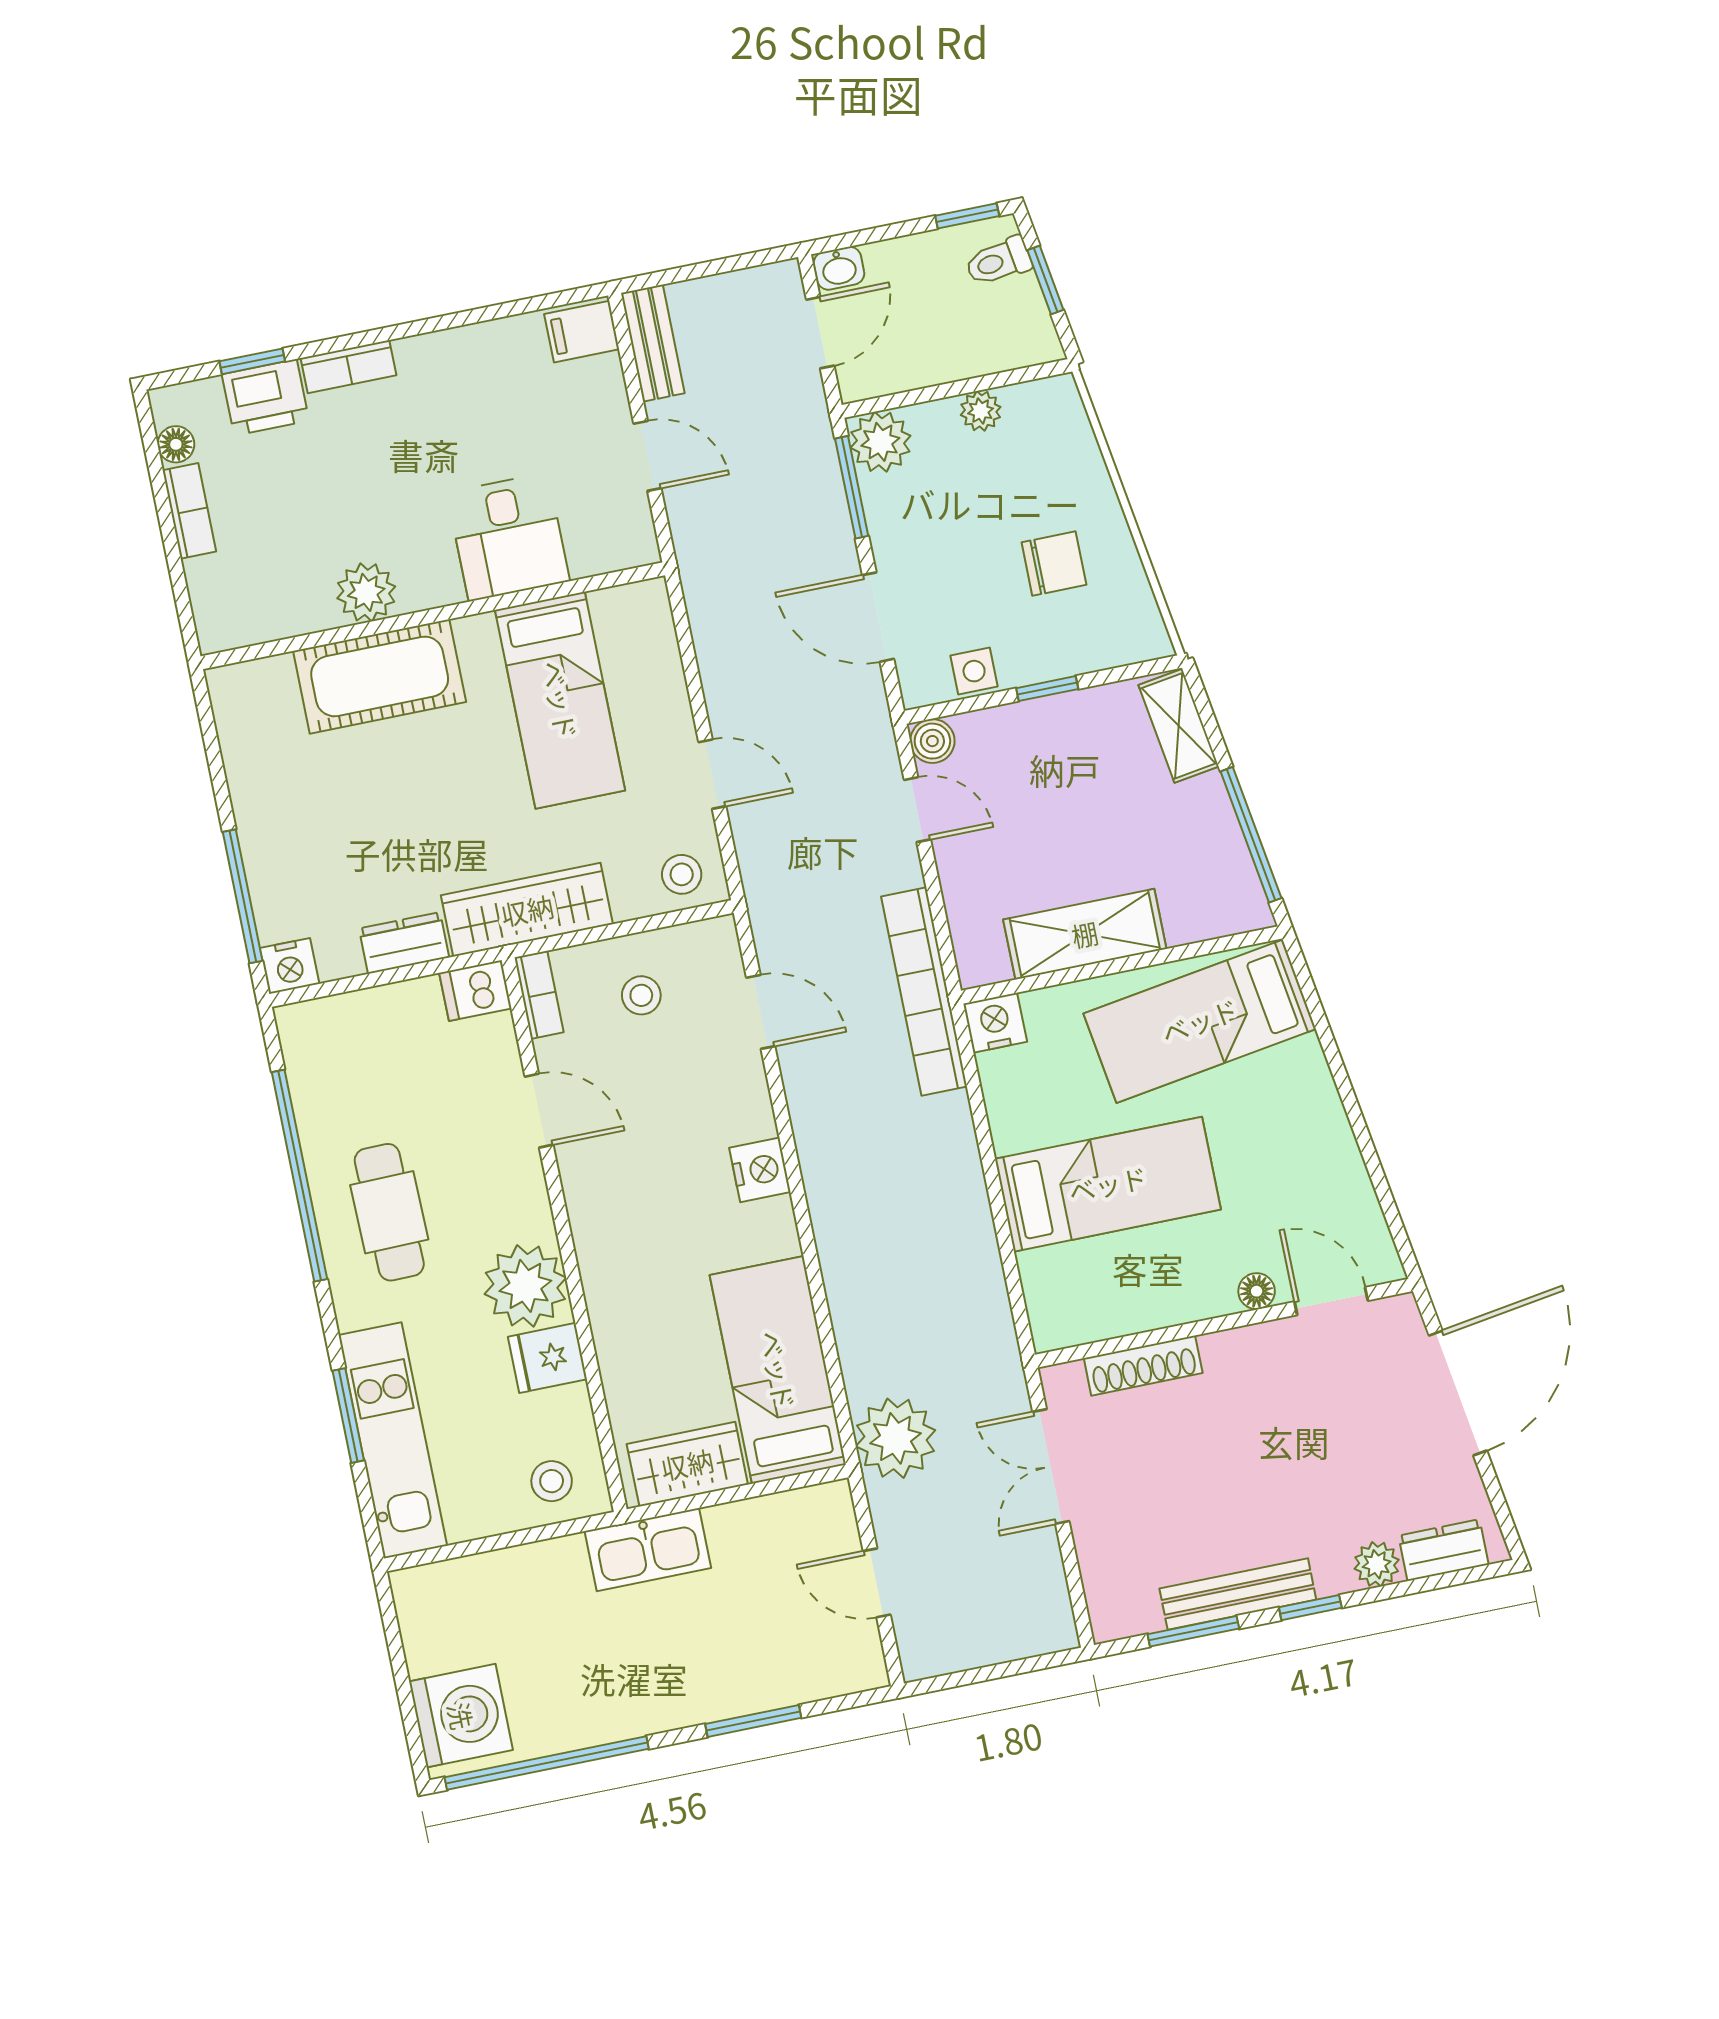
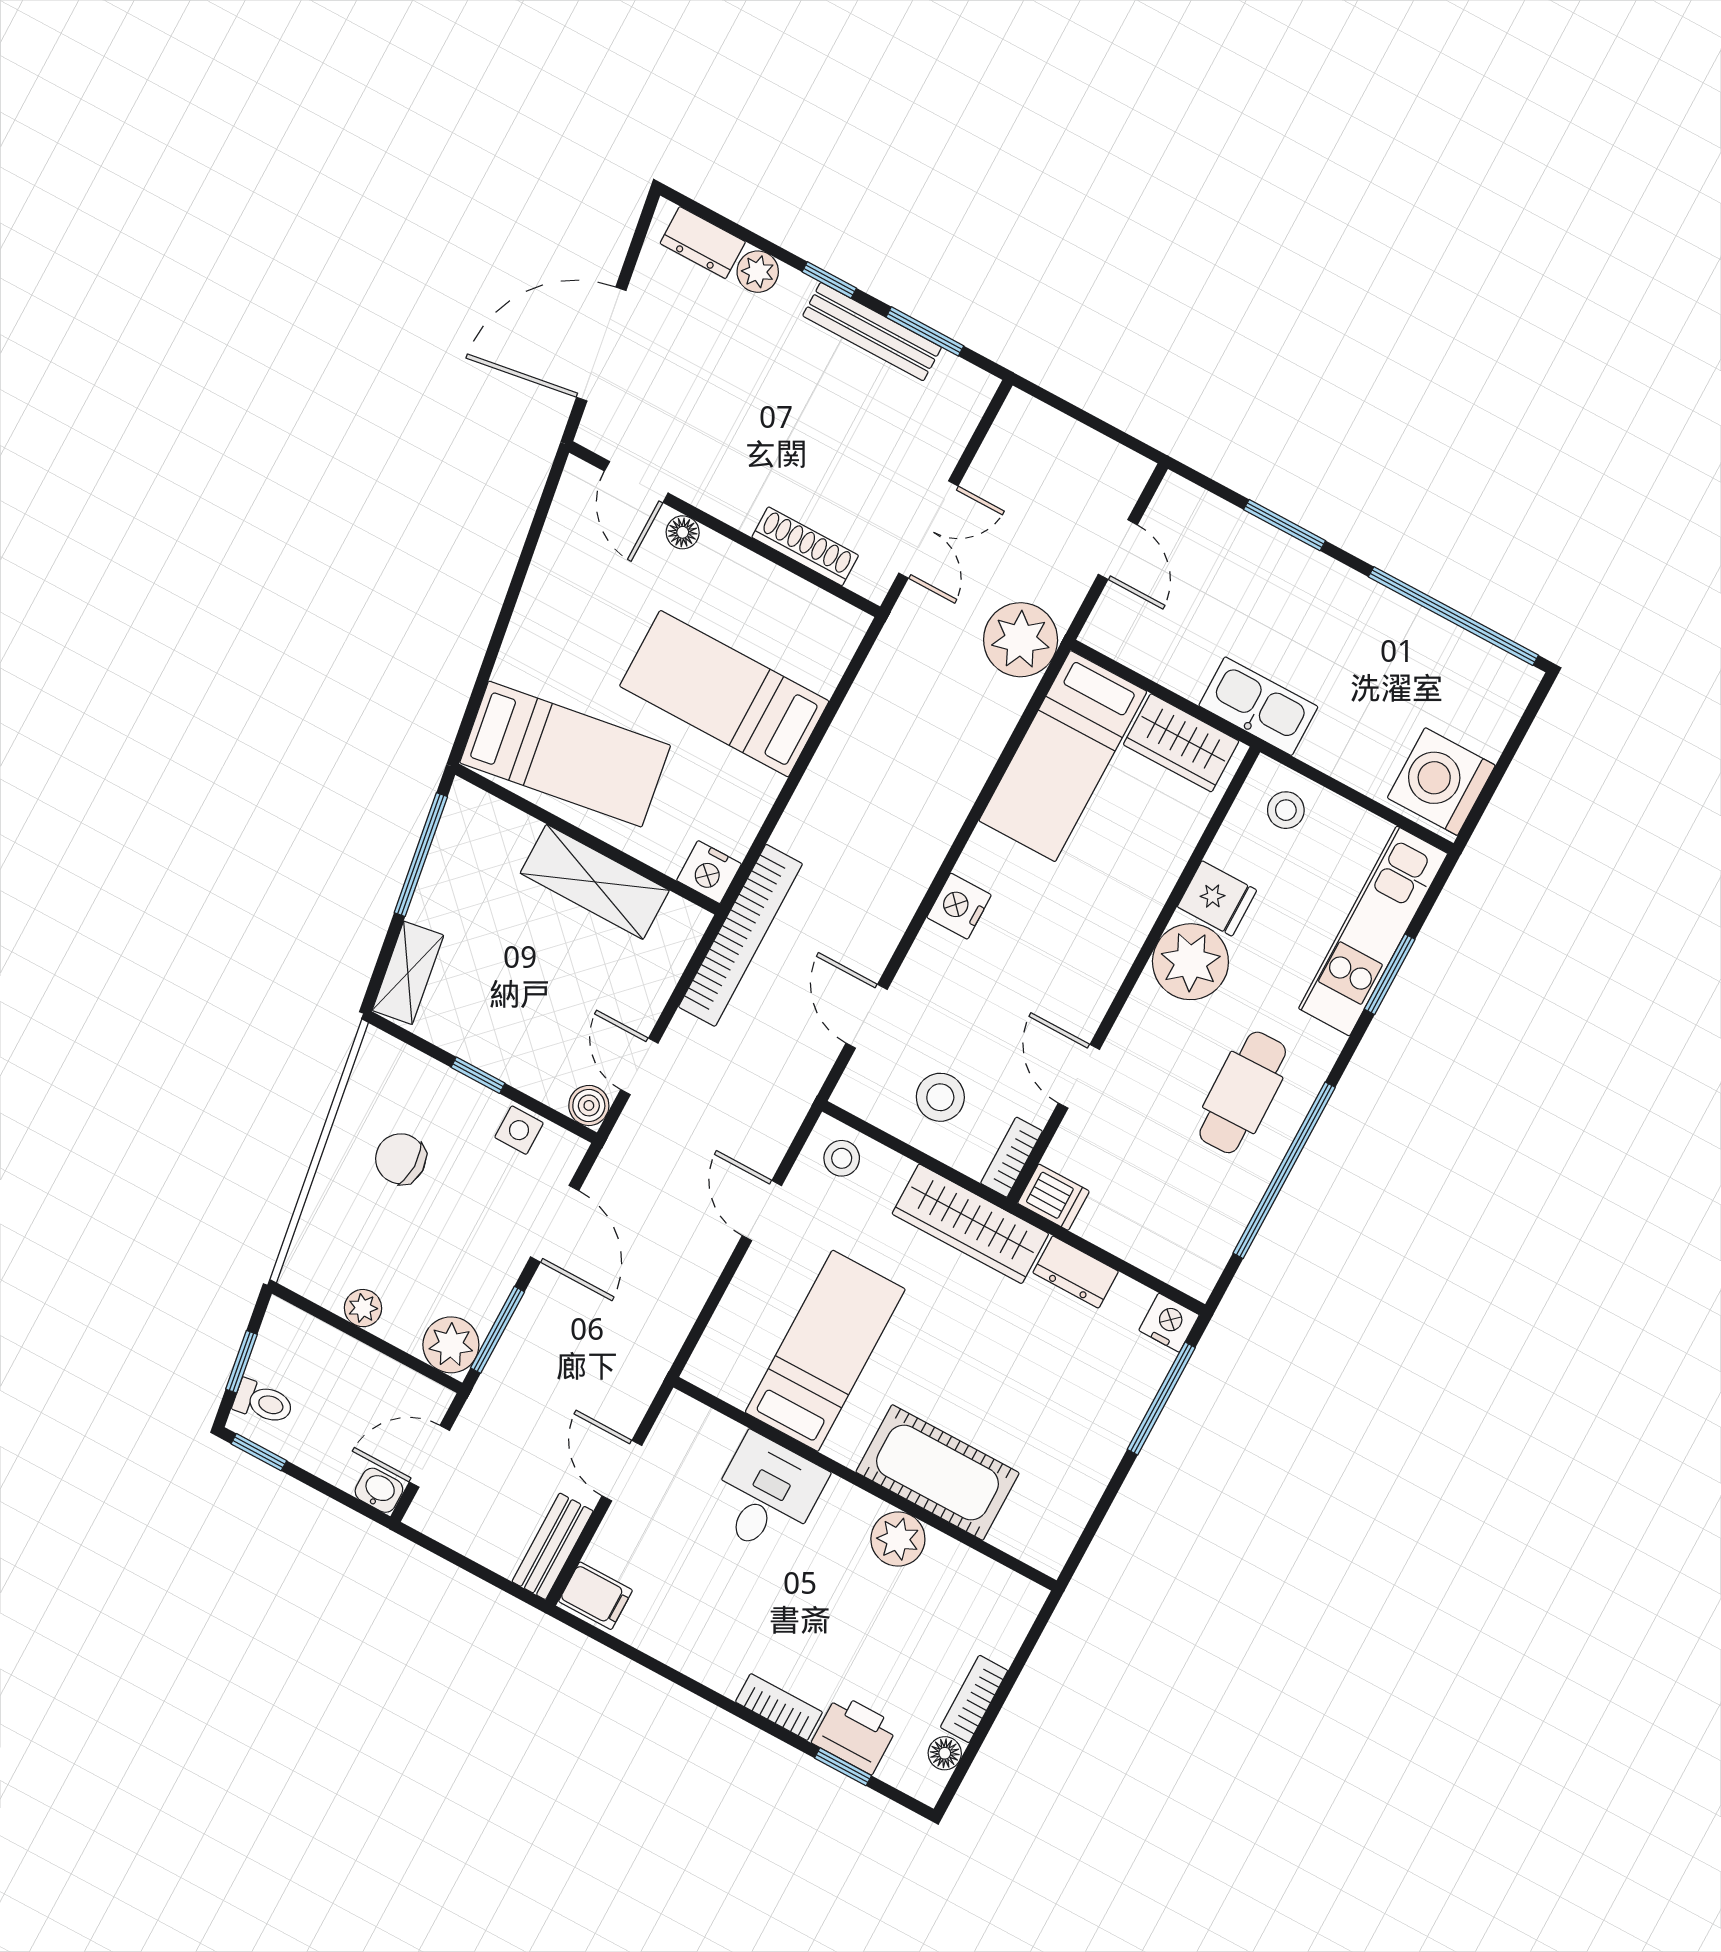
stool: (641, 995) -> (940, 1097), width x1.37, depth x1.37
washing machine: (461, 1716) -> (1441, 782), moved

